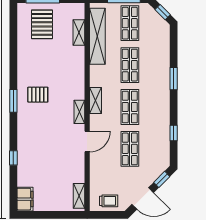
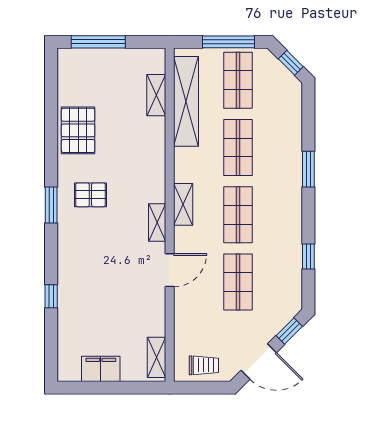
pallet: (42, 24) -> (78, 130), moved
filing cabinet: (25, 199) -> (101, 369), moved, turned -90

